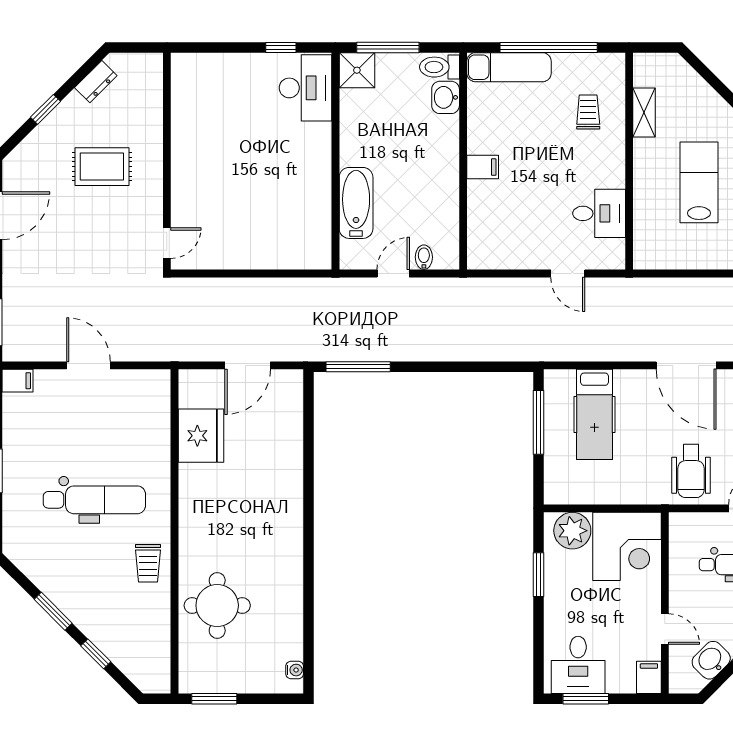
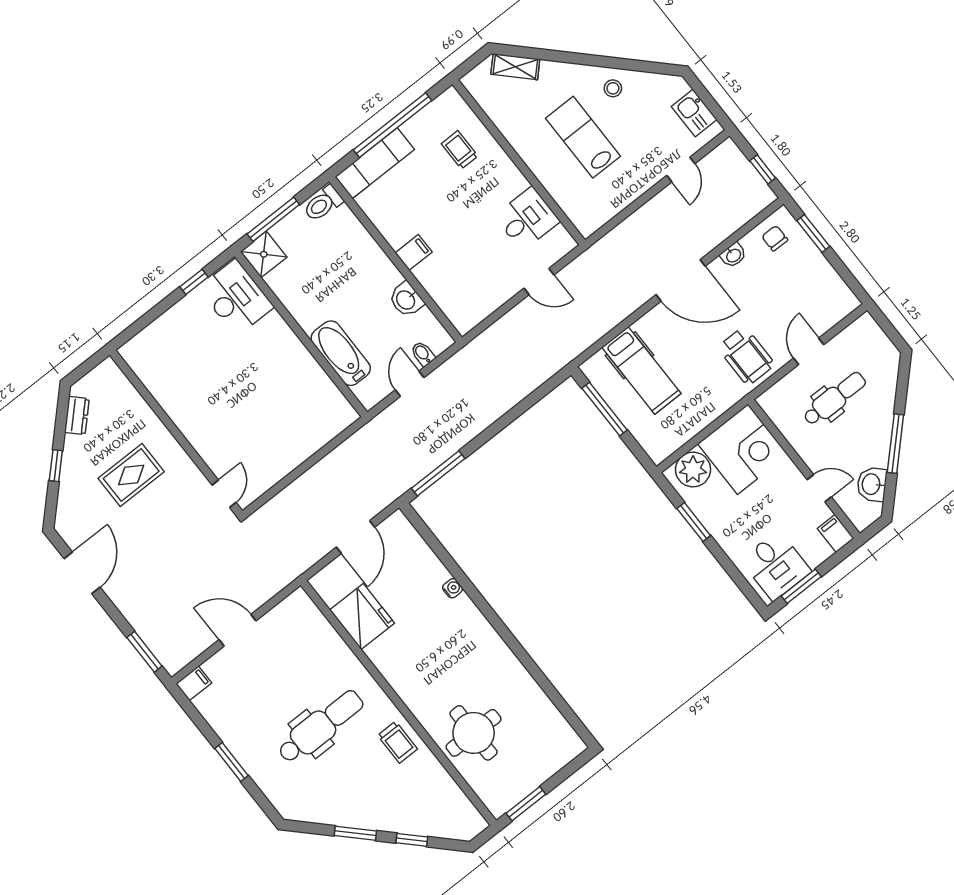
washbasin: (446, 97) -> (406, 300), moved
shelving: (644, 113) -> (515, 67), moved, turned -45
water cooler: (295, 670) -> (453, 588), moved

